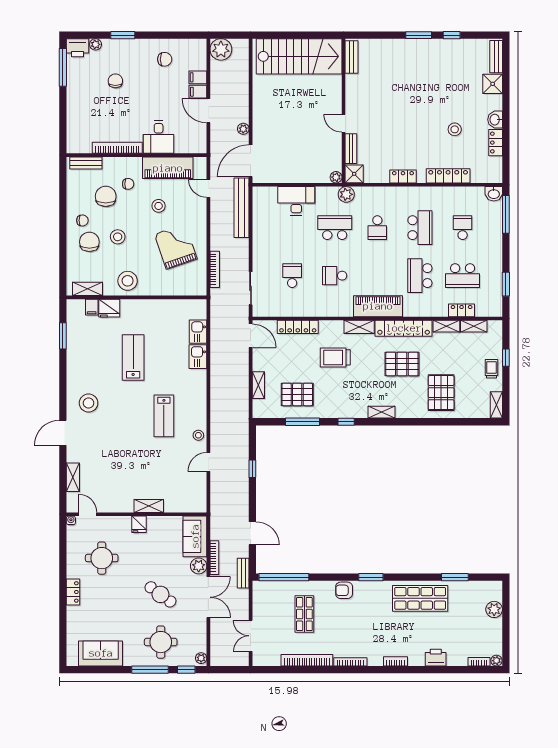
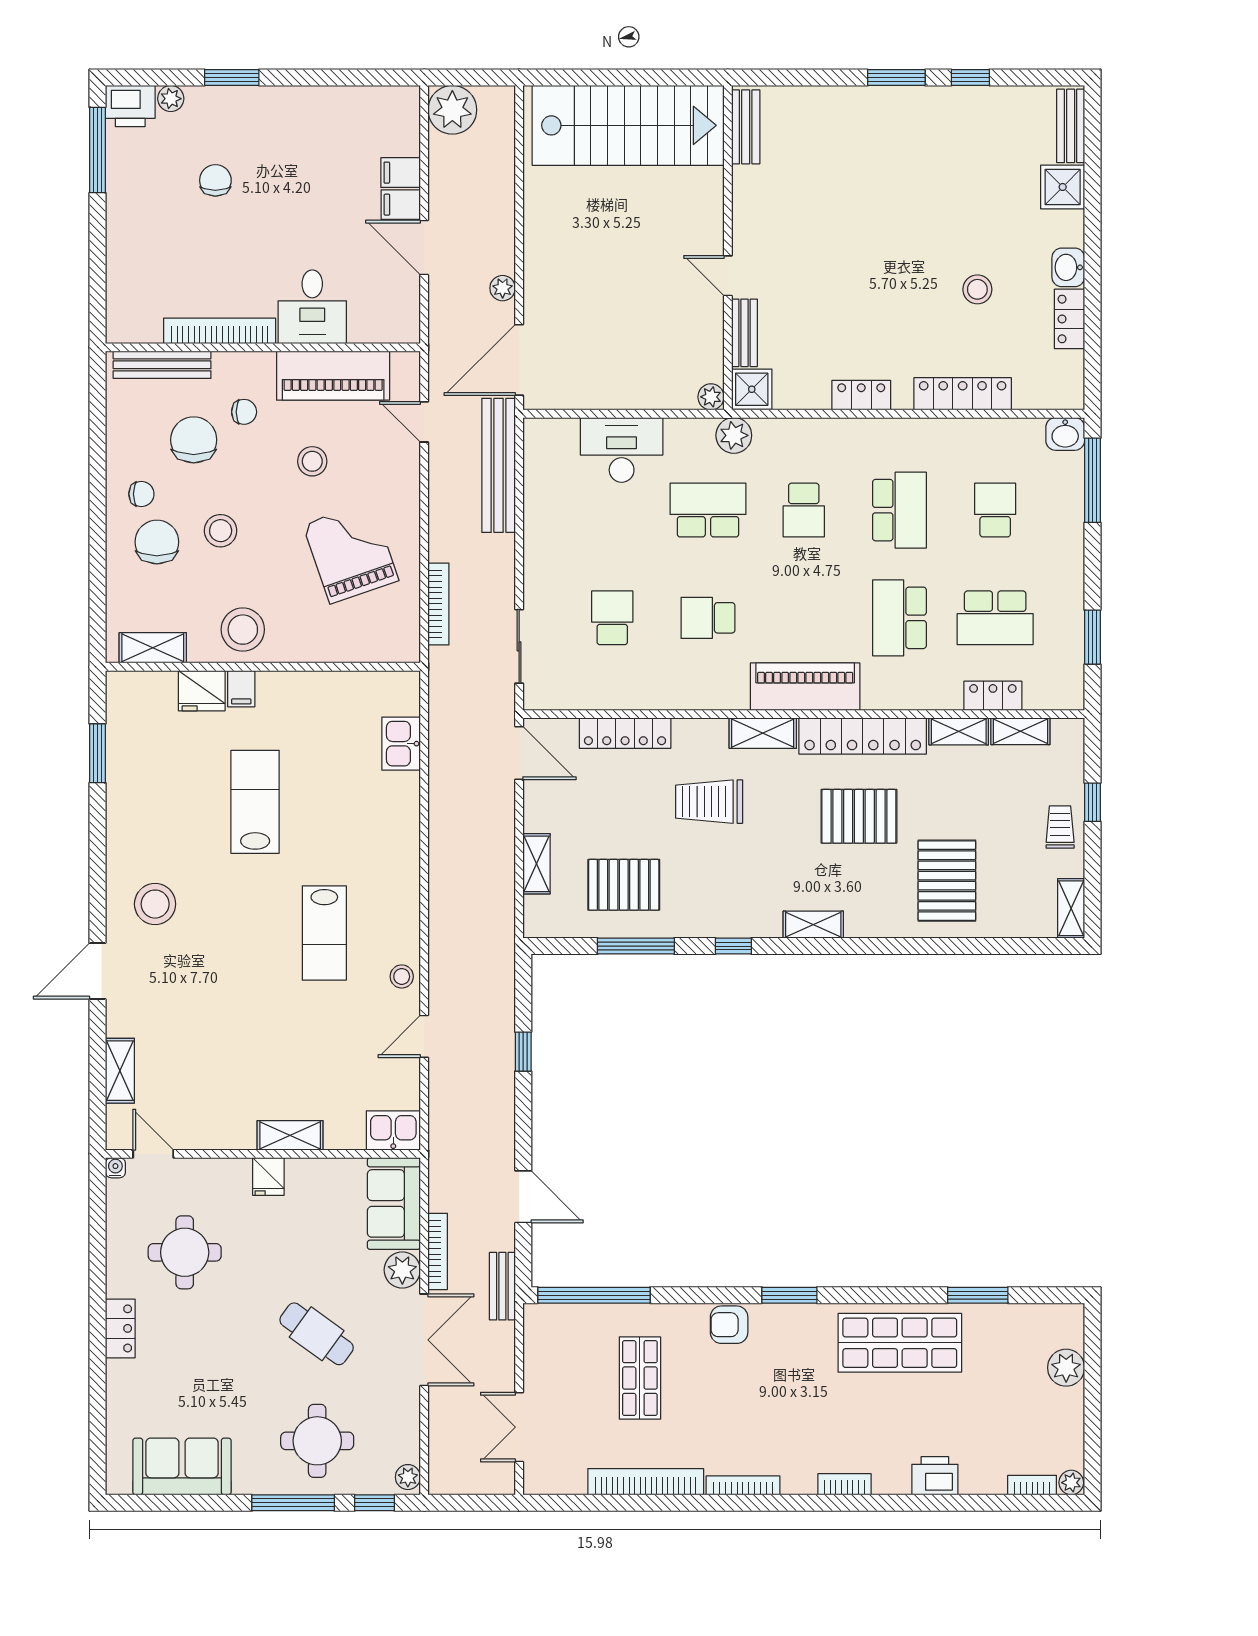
chair: (165, 59) -> (326, 132), removed
bench: (86, 163) -> (162, 365), width x1.36
filing cabinet: (92, 307) -> (241, 689), moved
kitchen sink: (198, 357) -> (393, 1130), moved, turned 90

